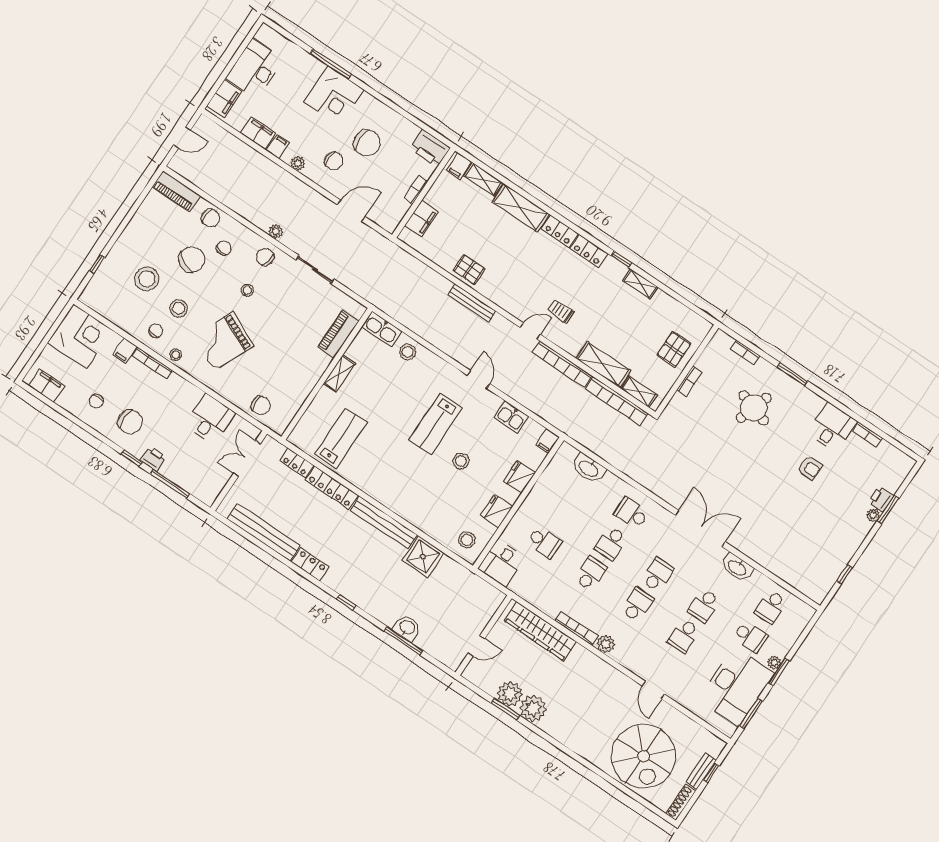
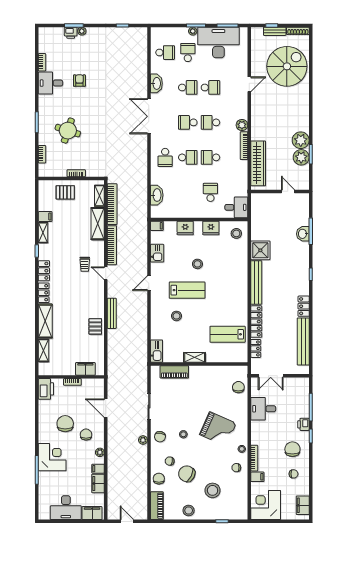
filing cabinet: (459, 166) -> (45, 217), moved
stool: (179, 308) -> (189, 511), moved
stool: (408, 352) -> (176, 316), moved

